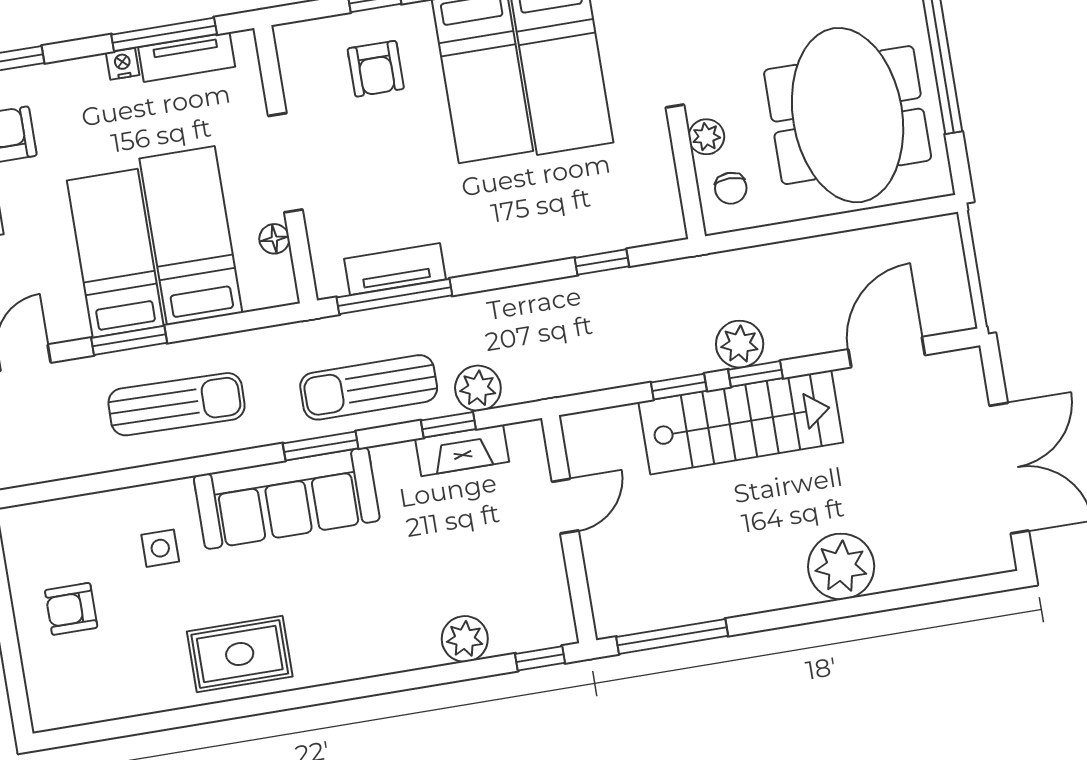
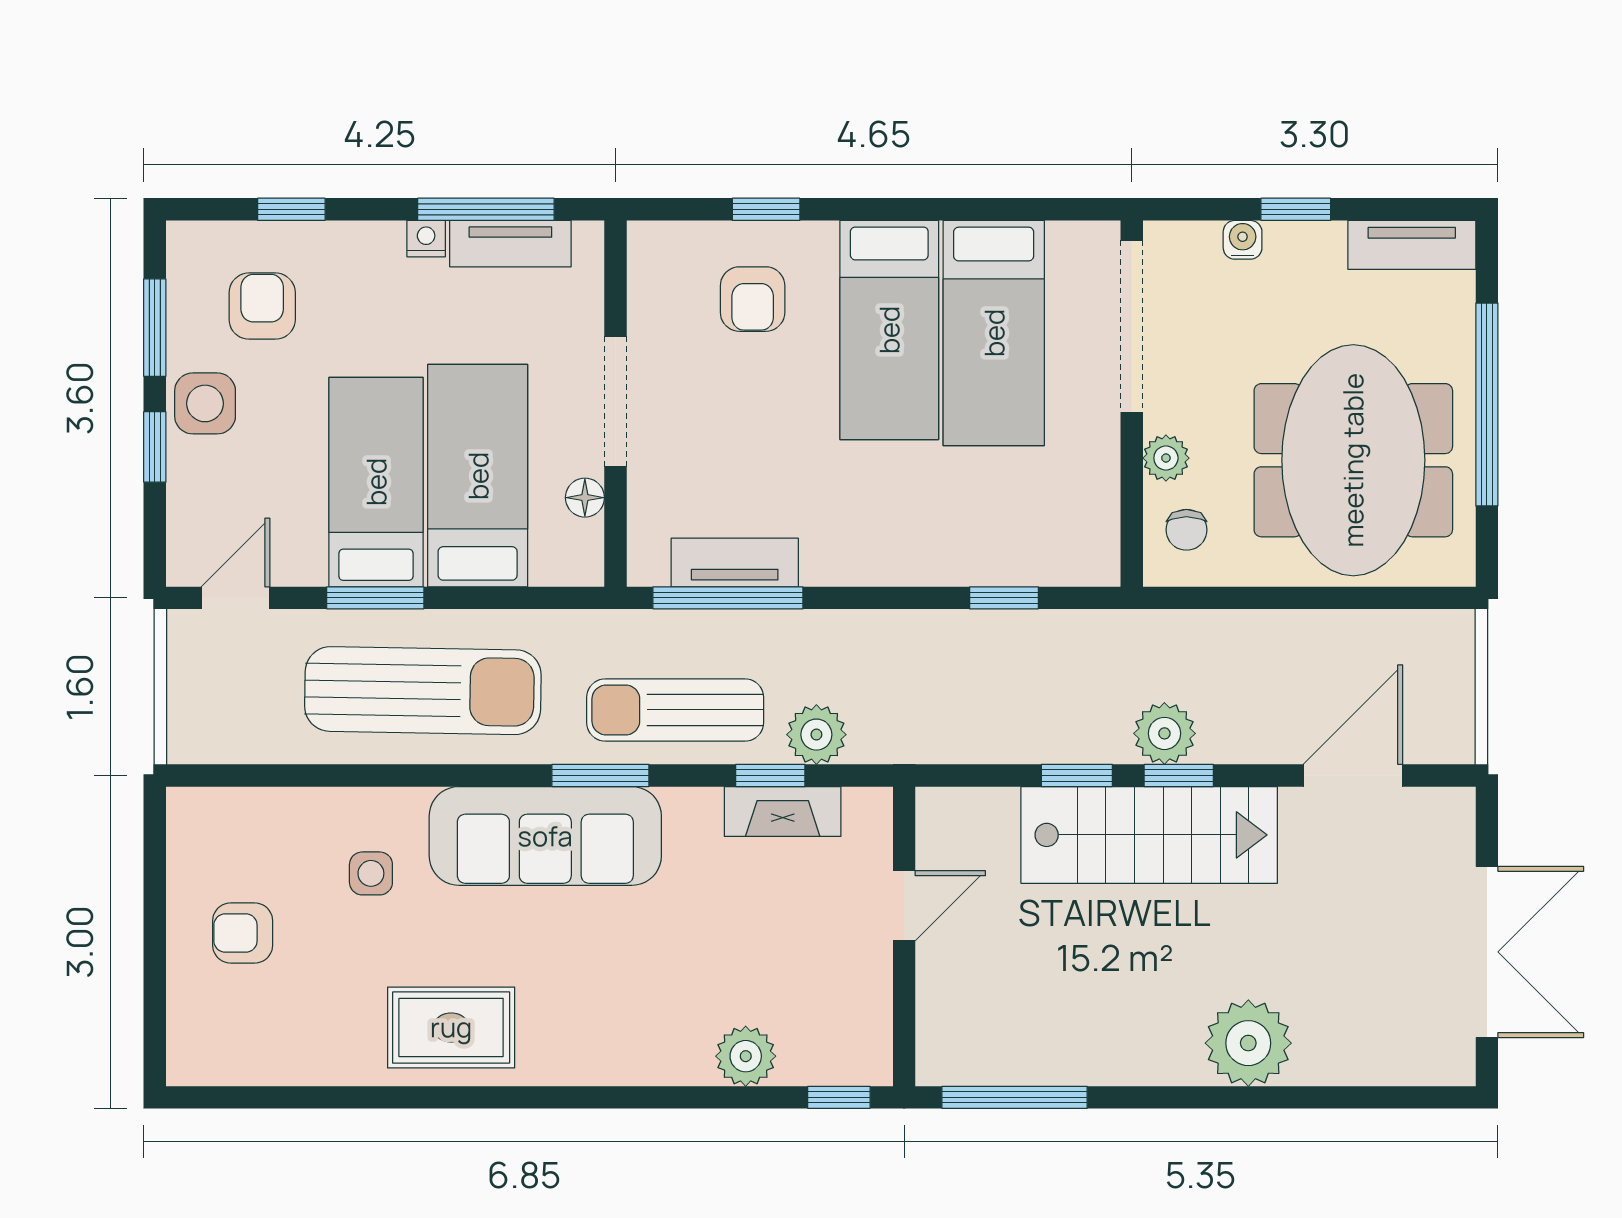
sun lounger: (177, 404) -> (423, 691), width x1.36, depth x1.34

